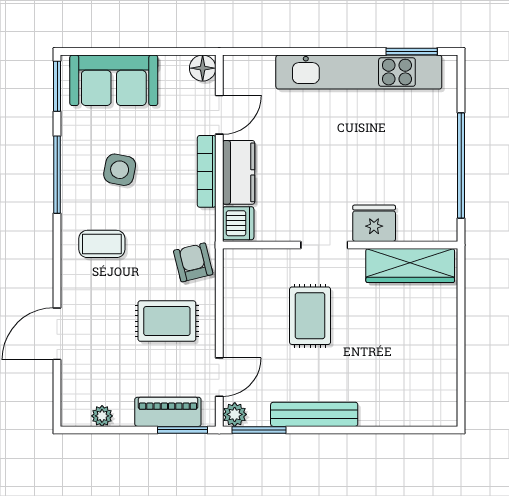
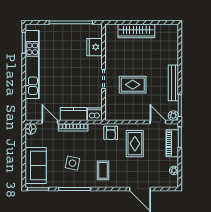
fridge: (374, 223) -> (95, 47), moved
armchair: (193, 262) -> (111, 133), turned -76
wardrobe: (410, 266) -> (136, 31), moved, turned 90

